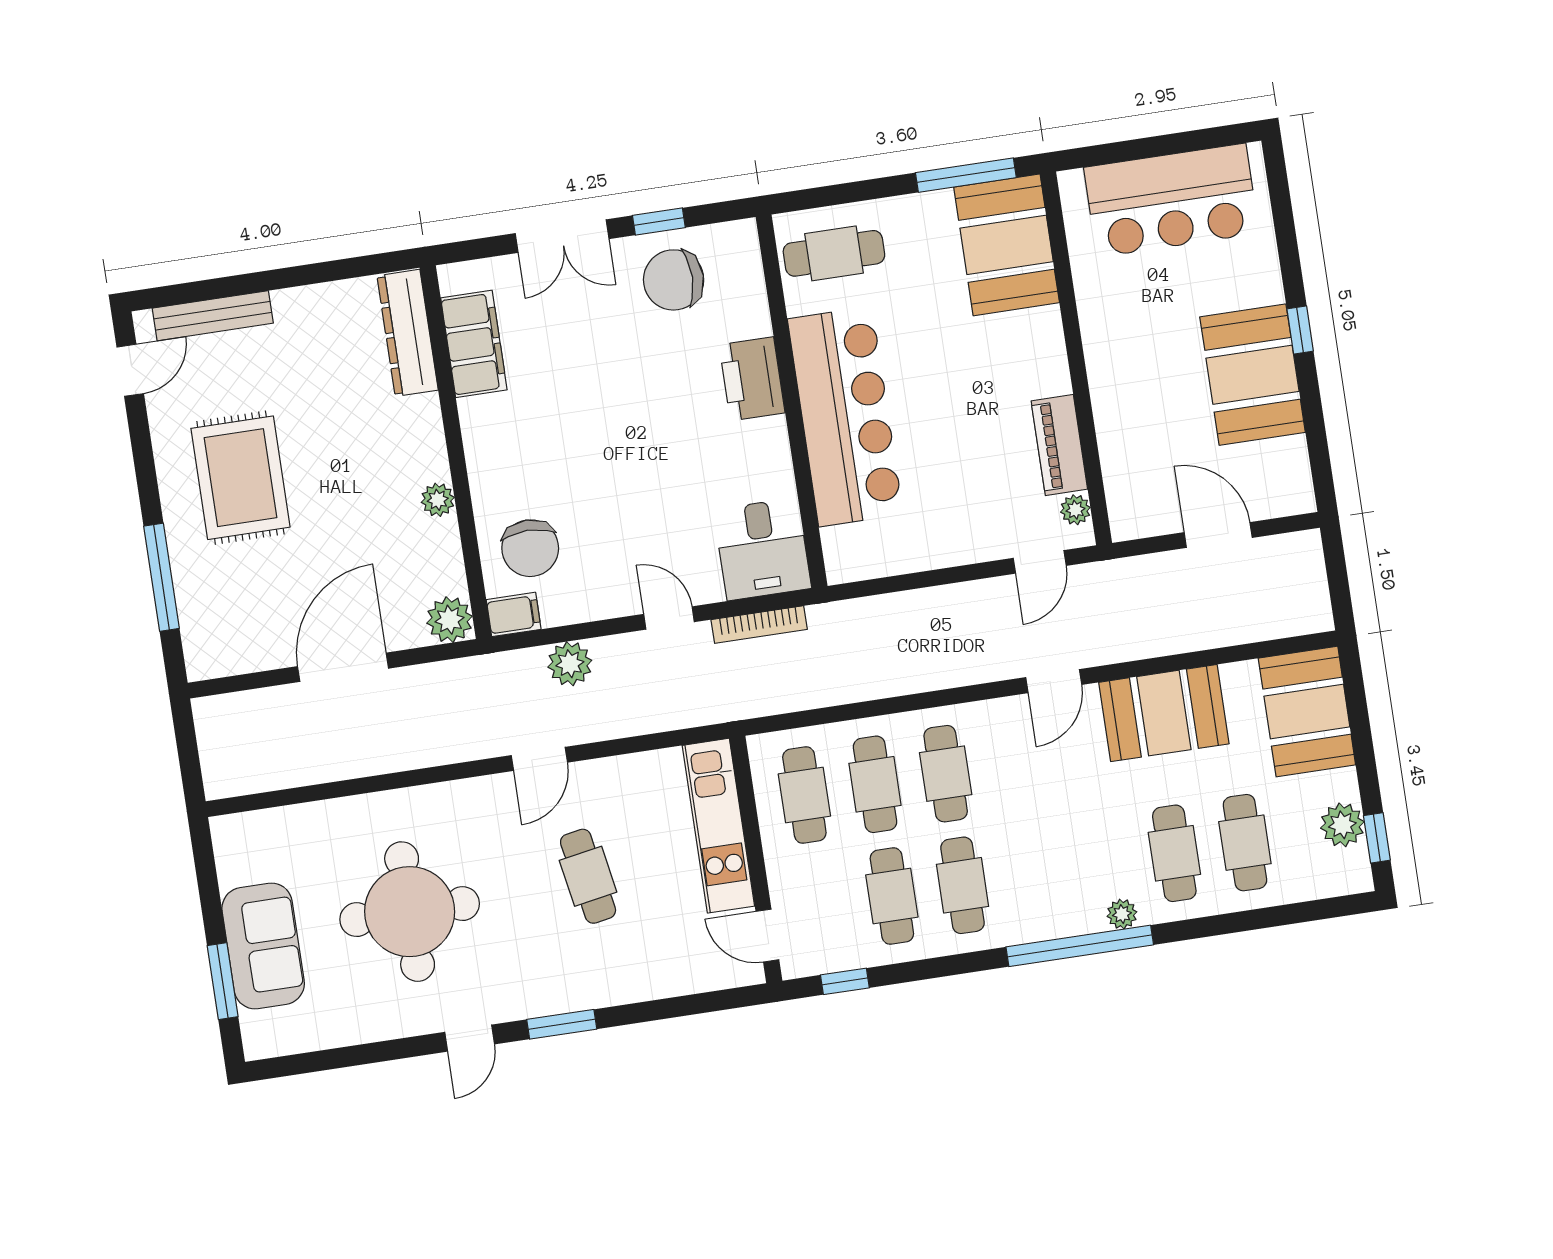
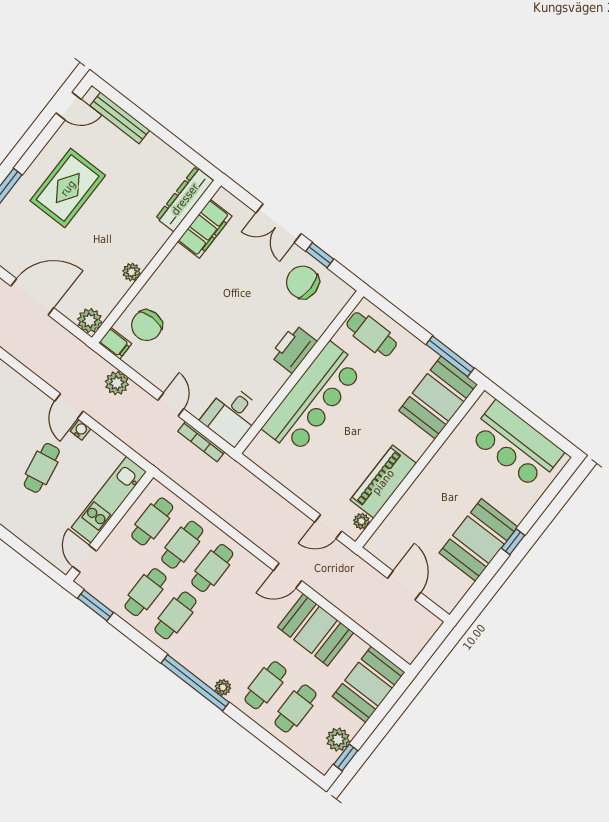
piano: (1059, 445) -> (383, 482), width x1.37, depth x1.33
door: (539, 759) -> (69, 406), hinge flipped
water cooler: (587, 774) -> (81, 430), added
window: (845, 981) -> (95, 605), width x1.50

